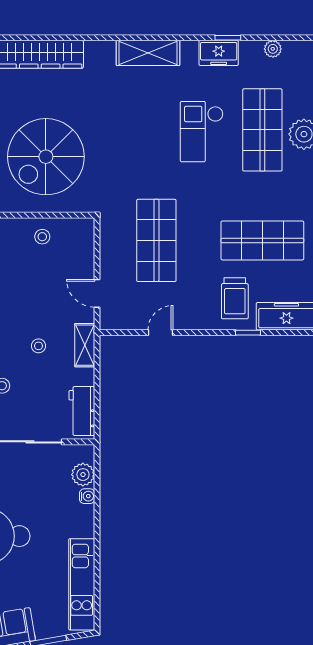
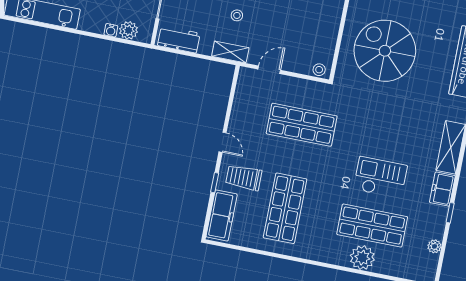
freezer: (219, 53) -> (442, 189), moved
stool: (42, 237) -> (319, 70), moved
door: (160, 333) -> (223, 142), moved

